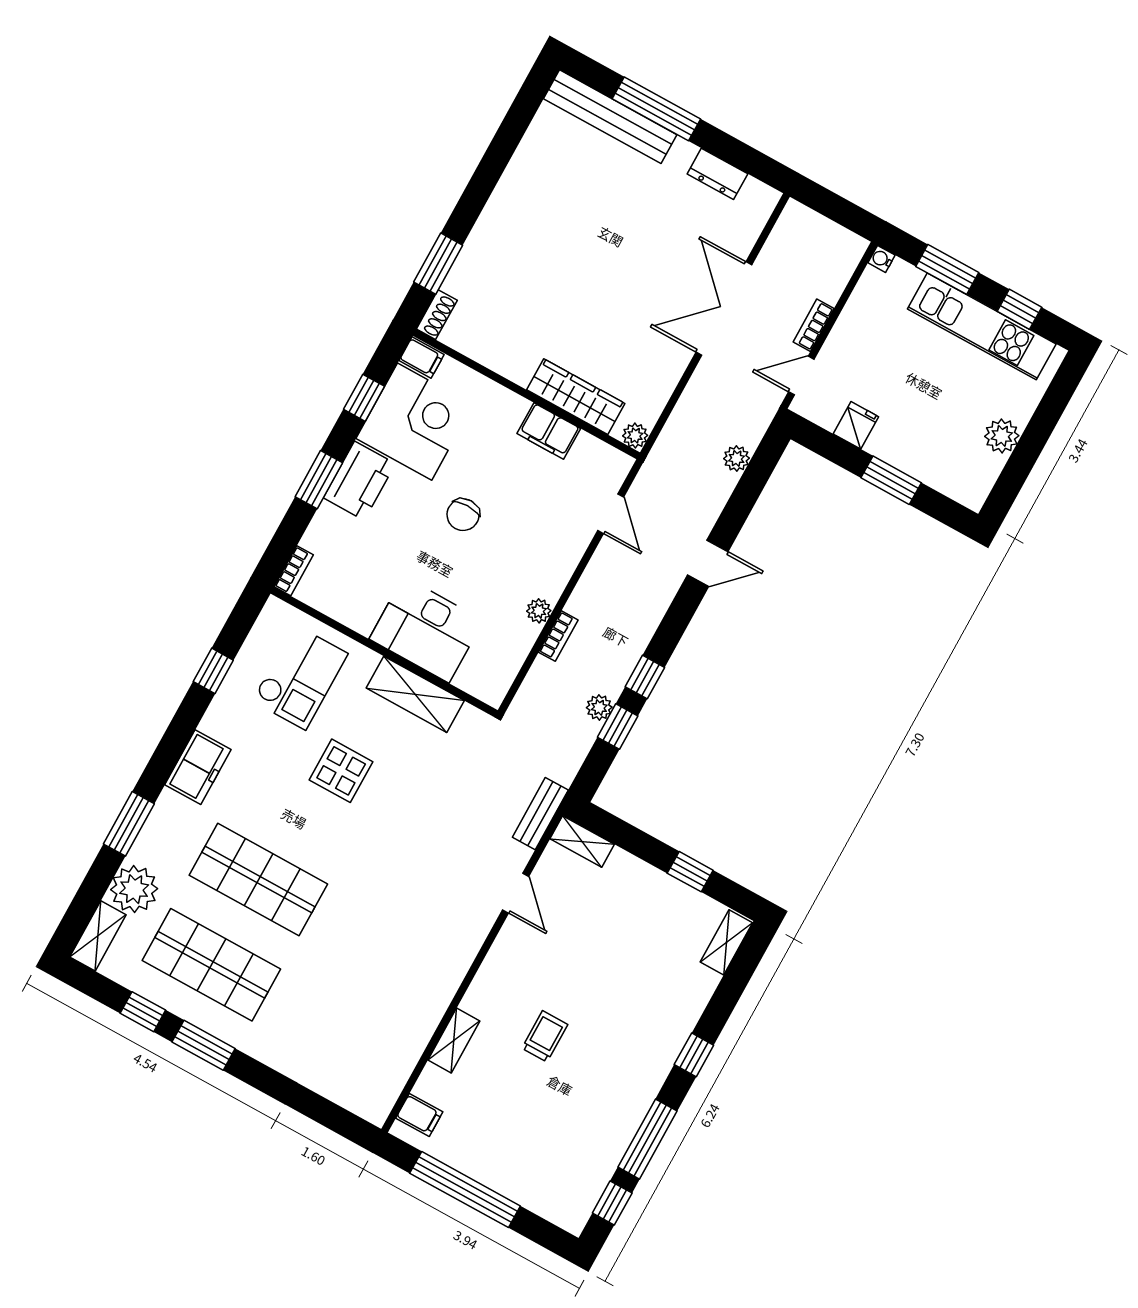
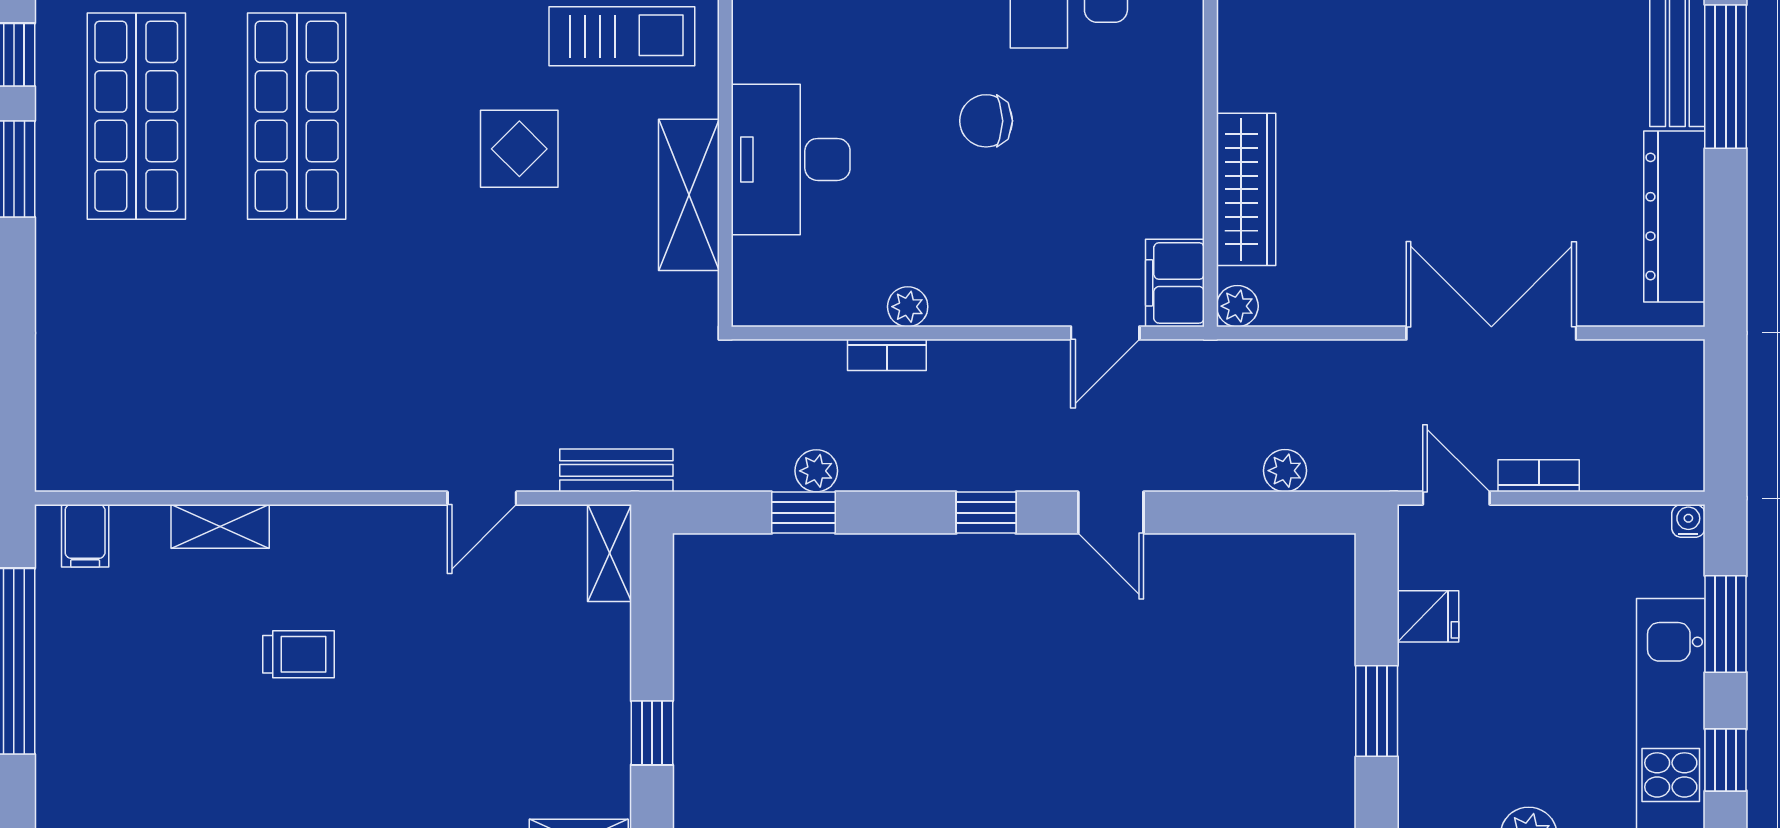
dresser: (717, 174) -> (1674, 216), width x1.96, depth x1.24
filing cabinet: (549, 431) -> (1175, 283), moved
window: (645, 677) -> (986, 513), moved

